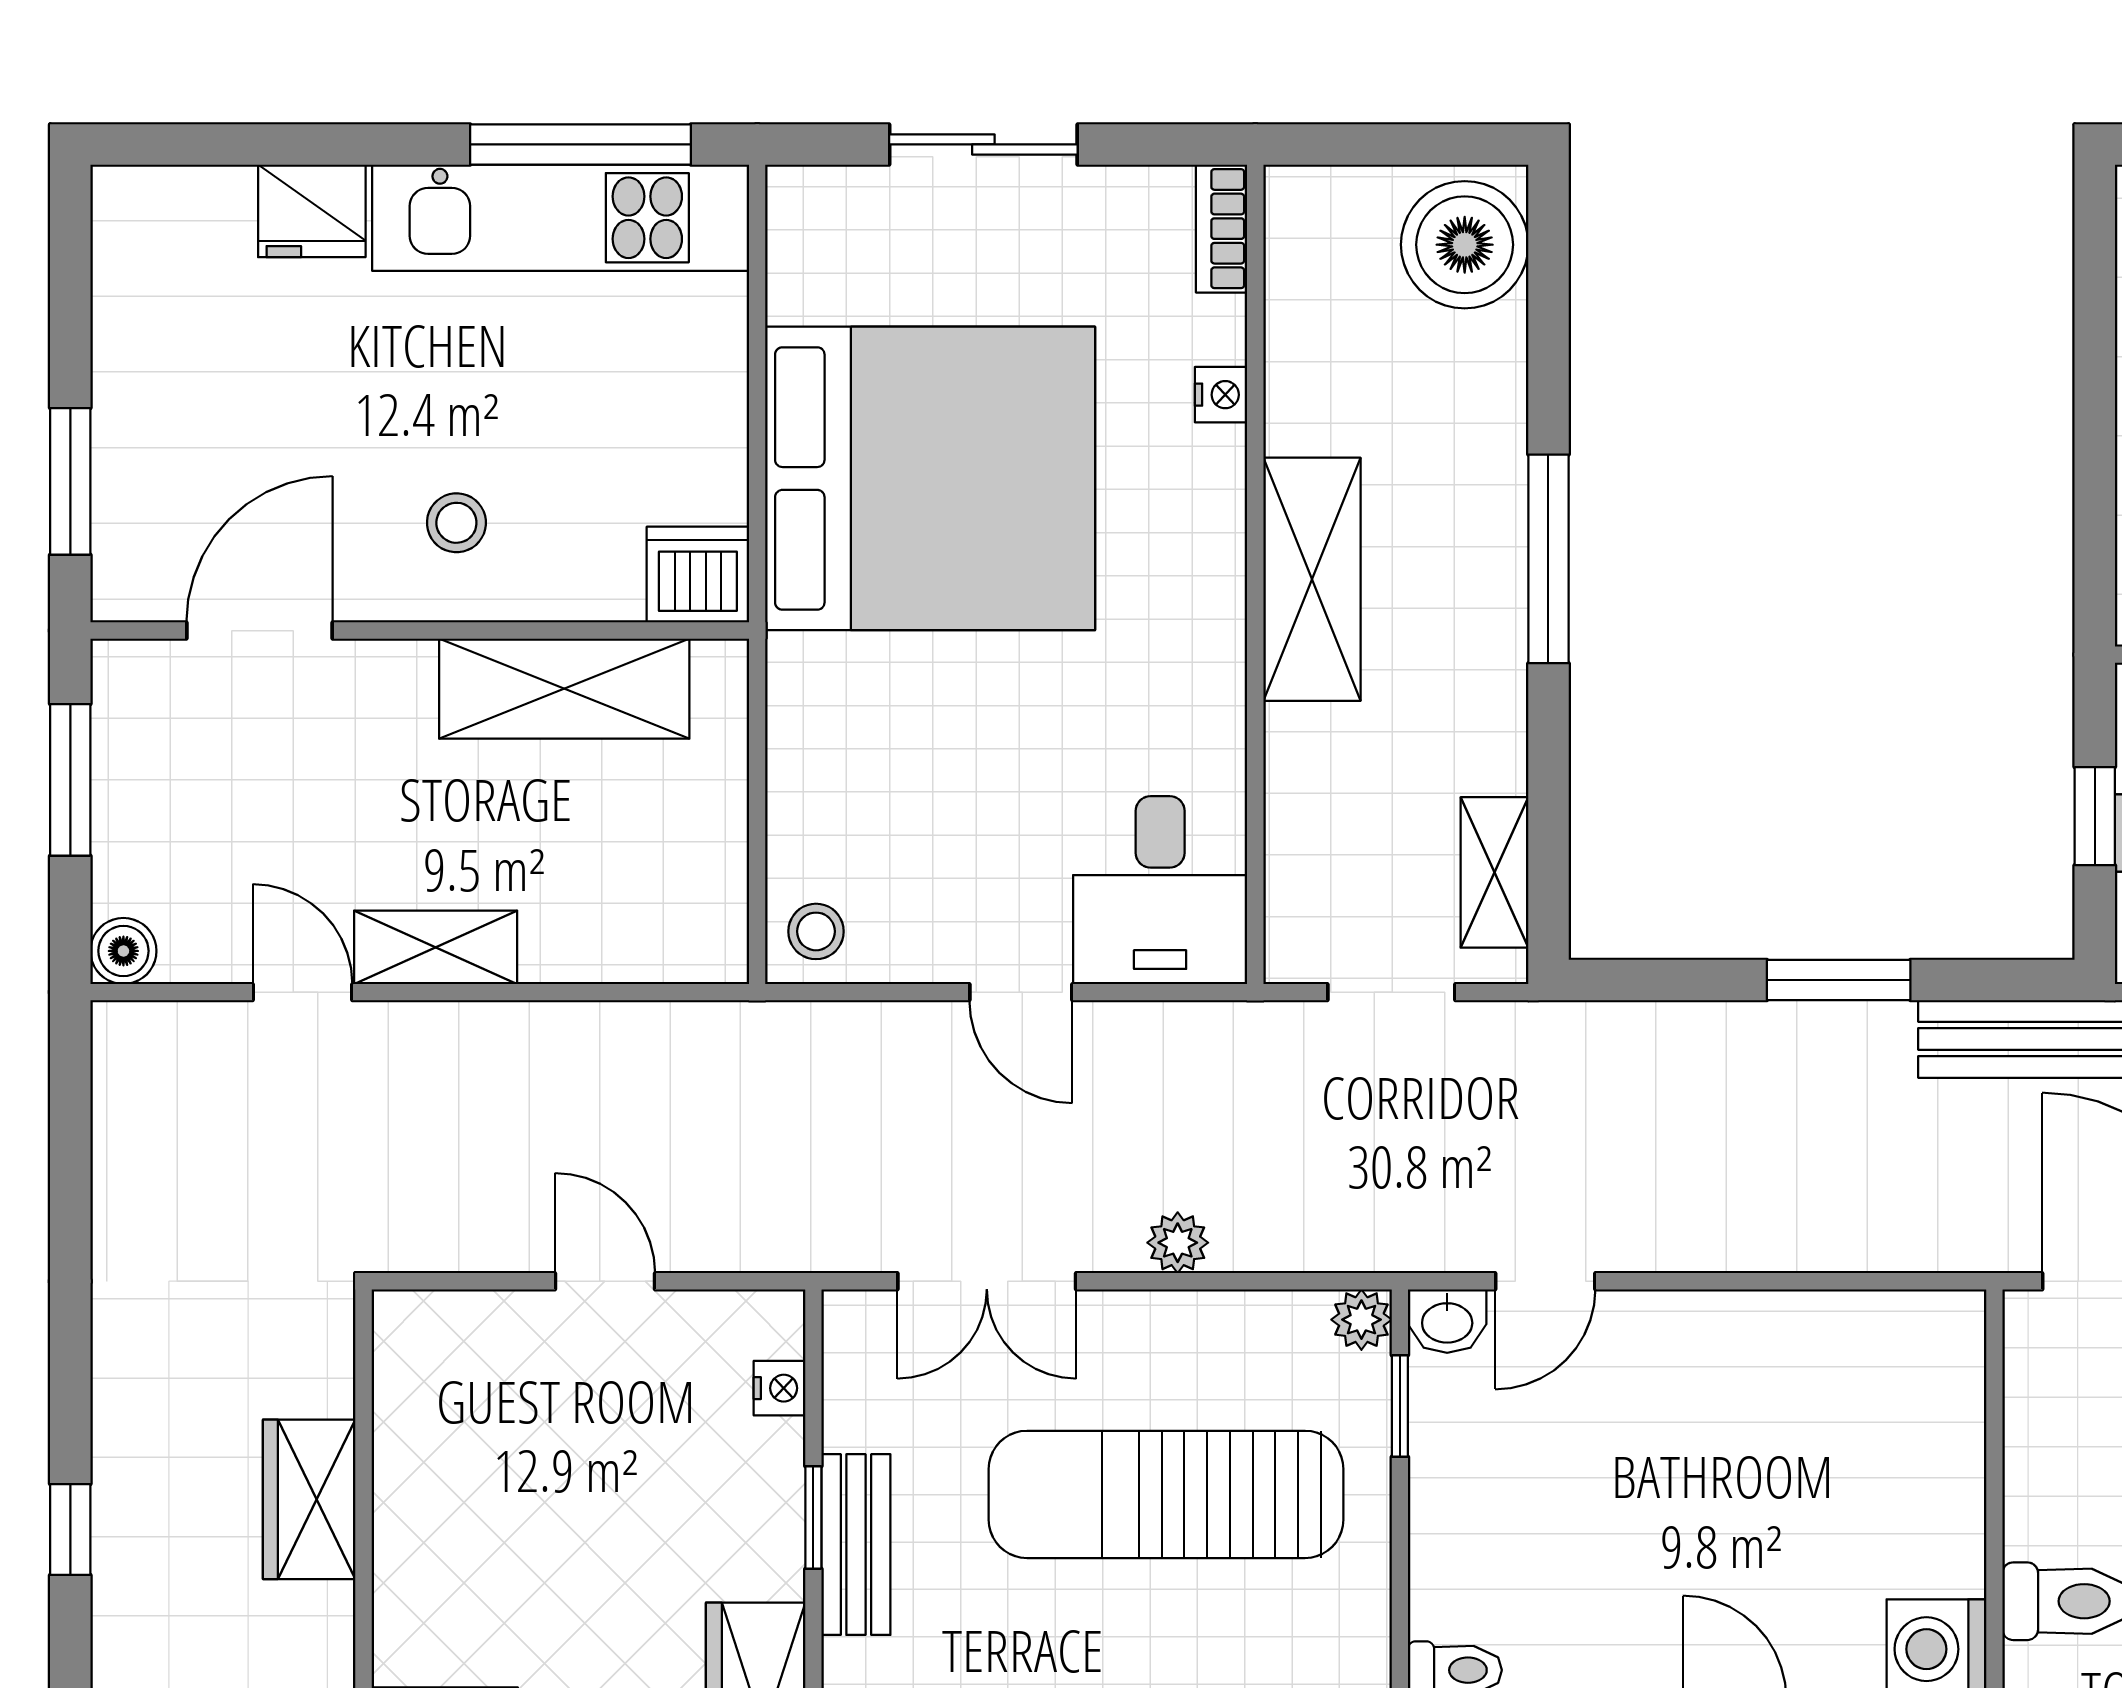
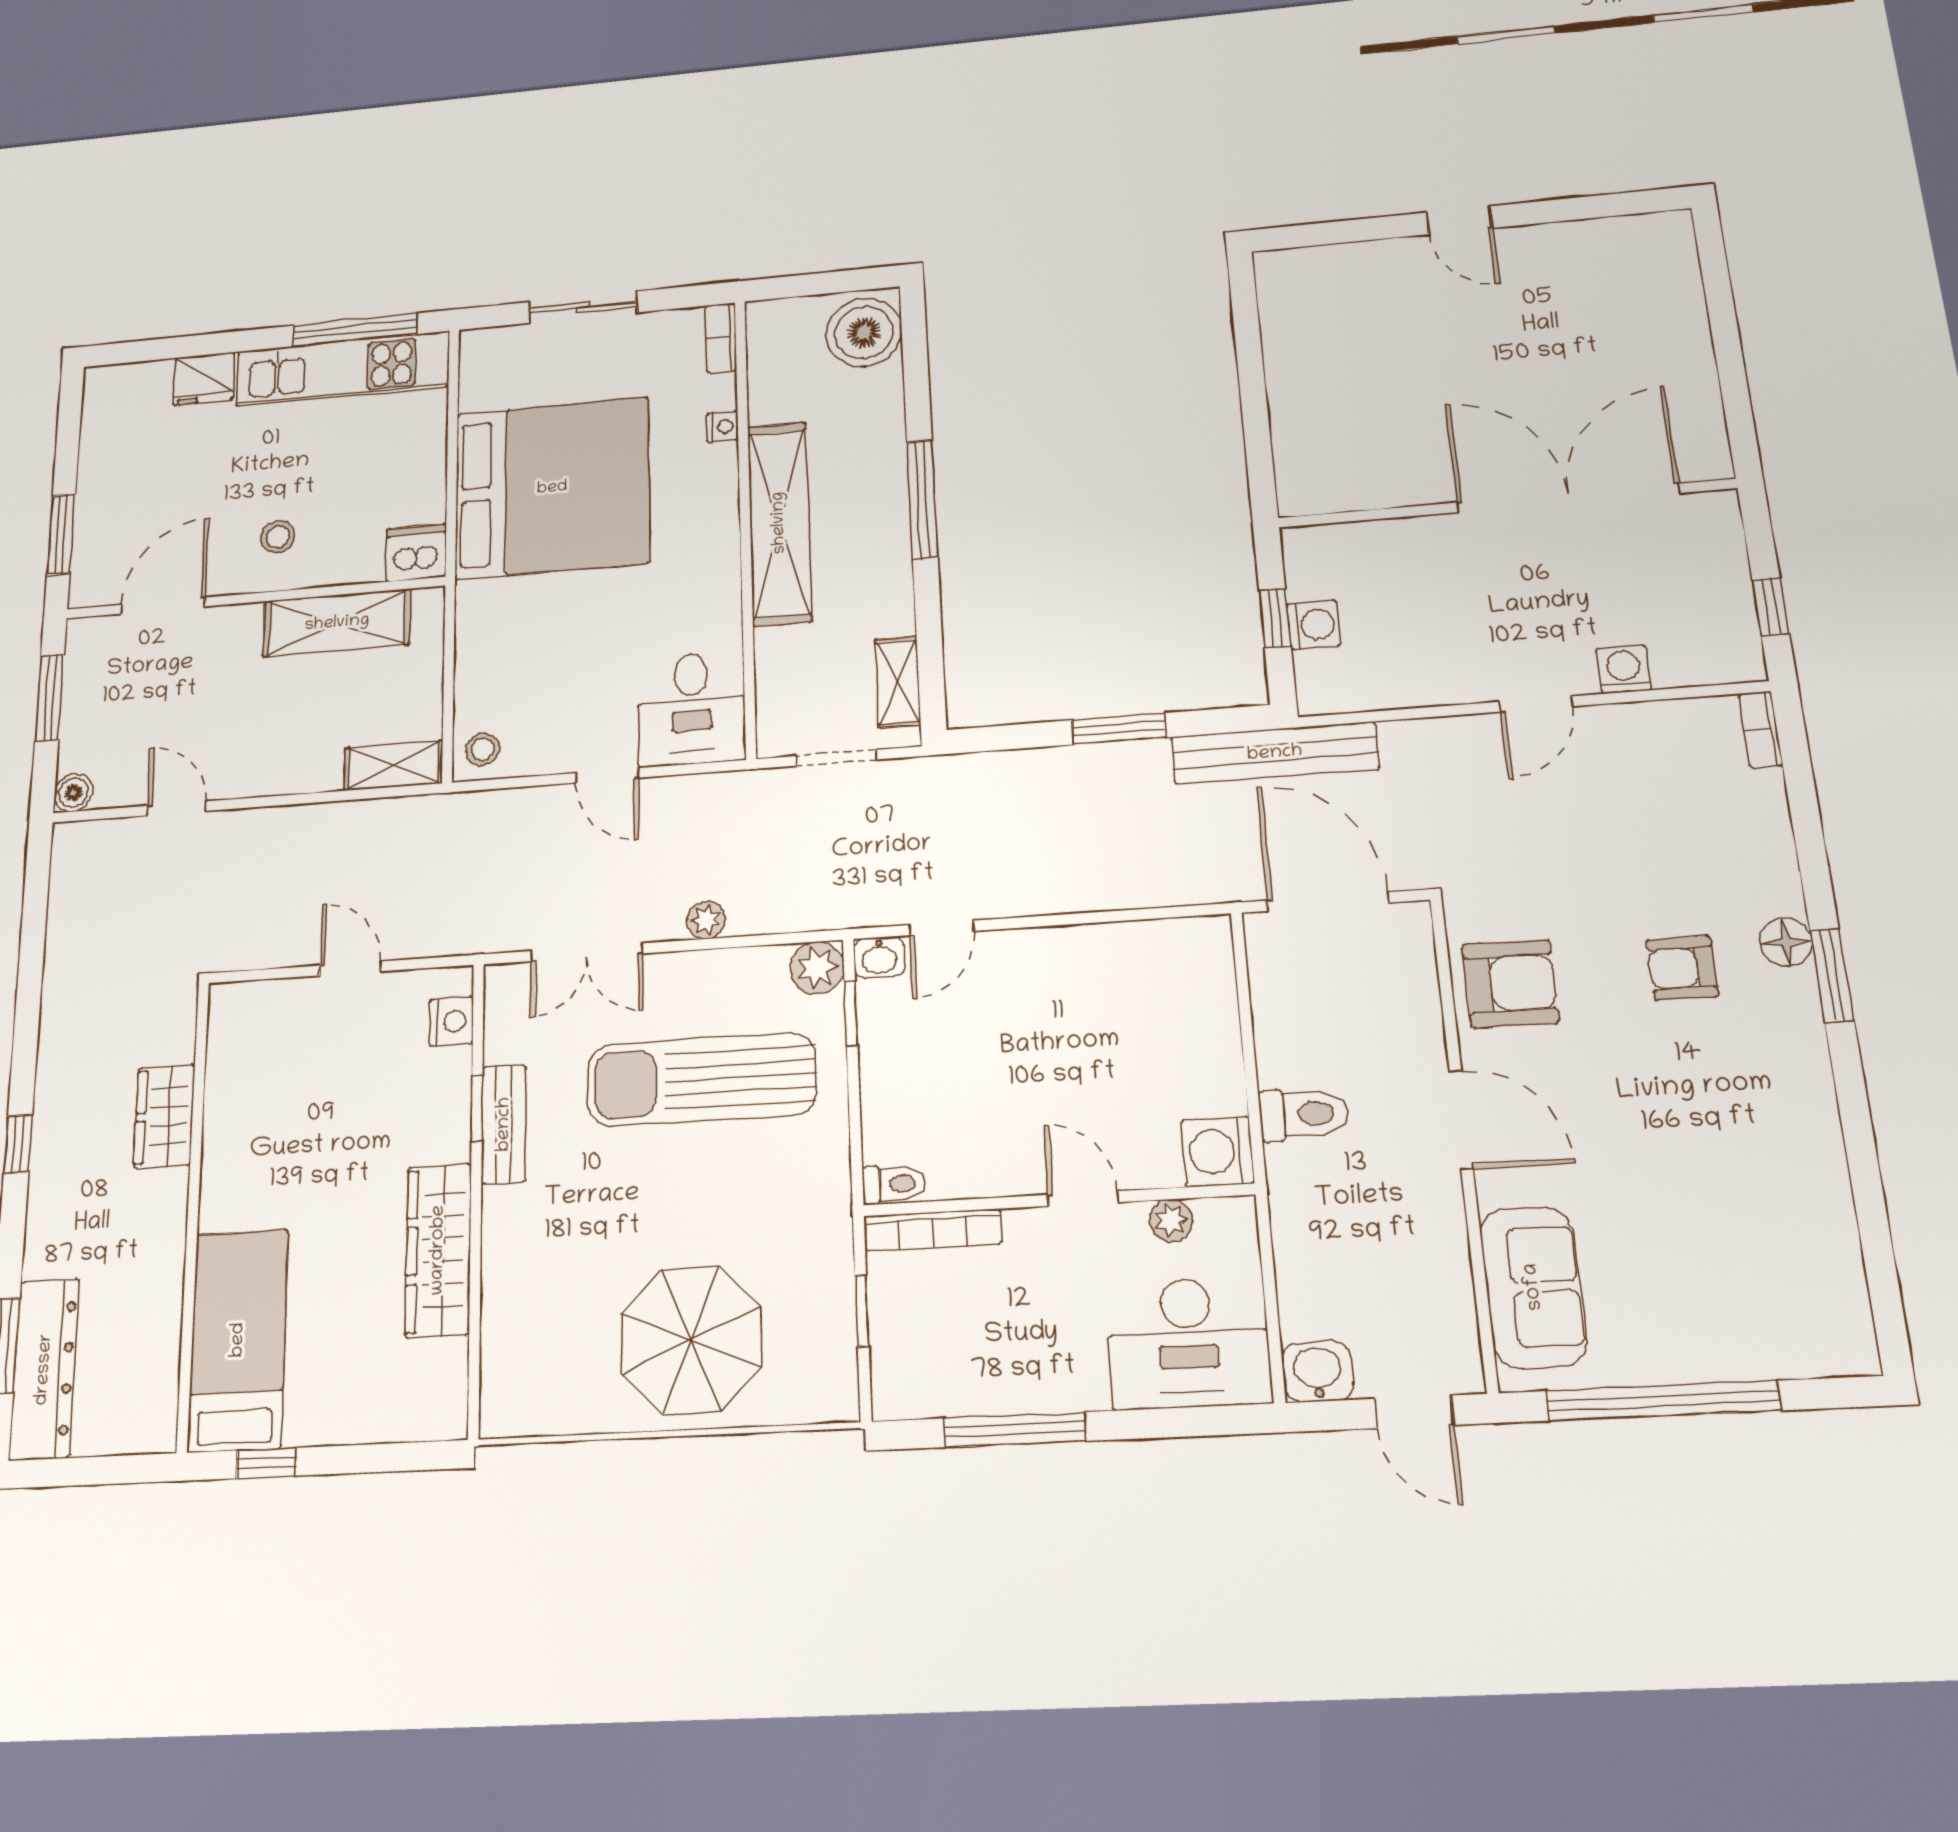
shelving: (1312, 579) -> (779, 523), width x1.47
shelving: (436, 947) -> (394, 766), moved
plant: (1361, 1320) -> (817, 968), width x1.38, depth x1.38
nightstand: (780, 1388) -> (451, 1021), width x1.39, depth x1.35

